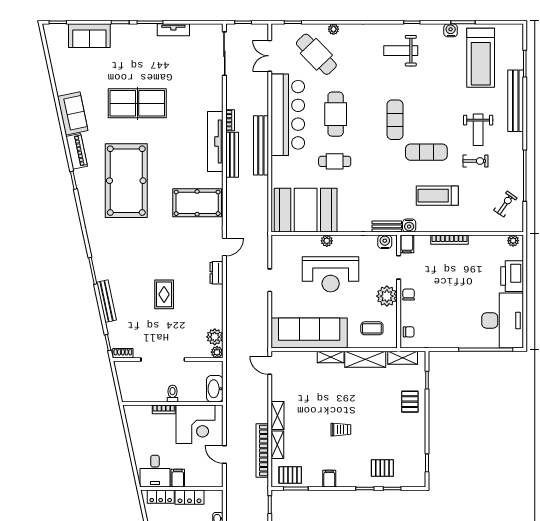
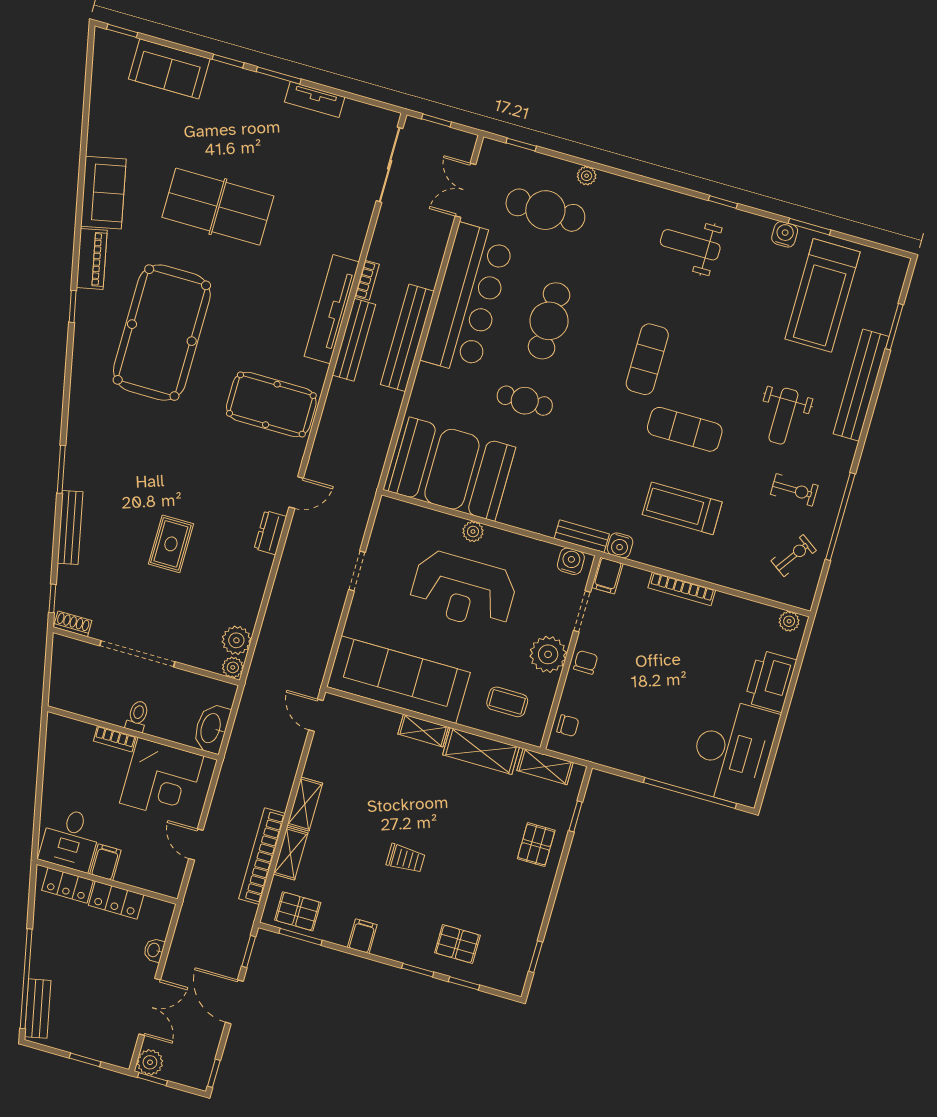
cafe table: (316, 54) -> (545, 210), turned -46
exercise bike: (476, 161) -> (794, 490), moved

